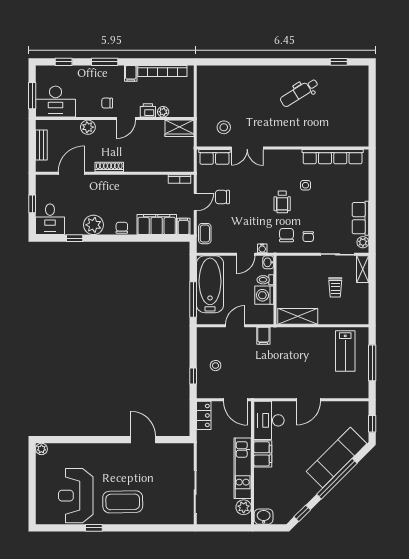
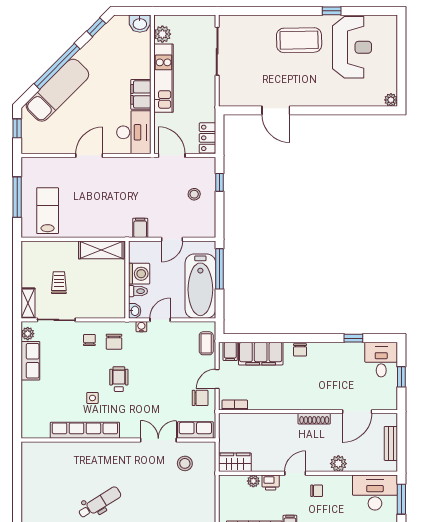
row of seats: (333, 157) -> (85, 430), moved
chair: (222, 197) -> (200, 398), moved
plant: (93, 225) -> (332, 353), removed

